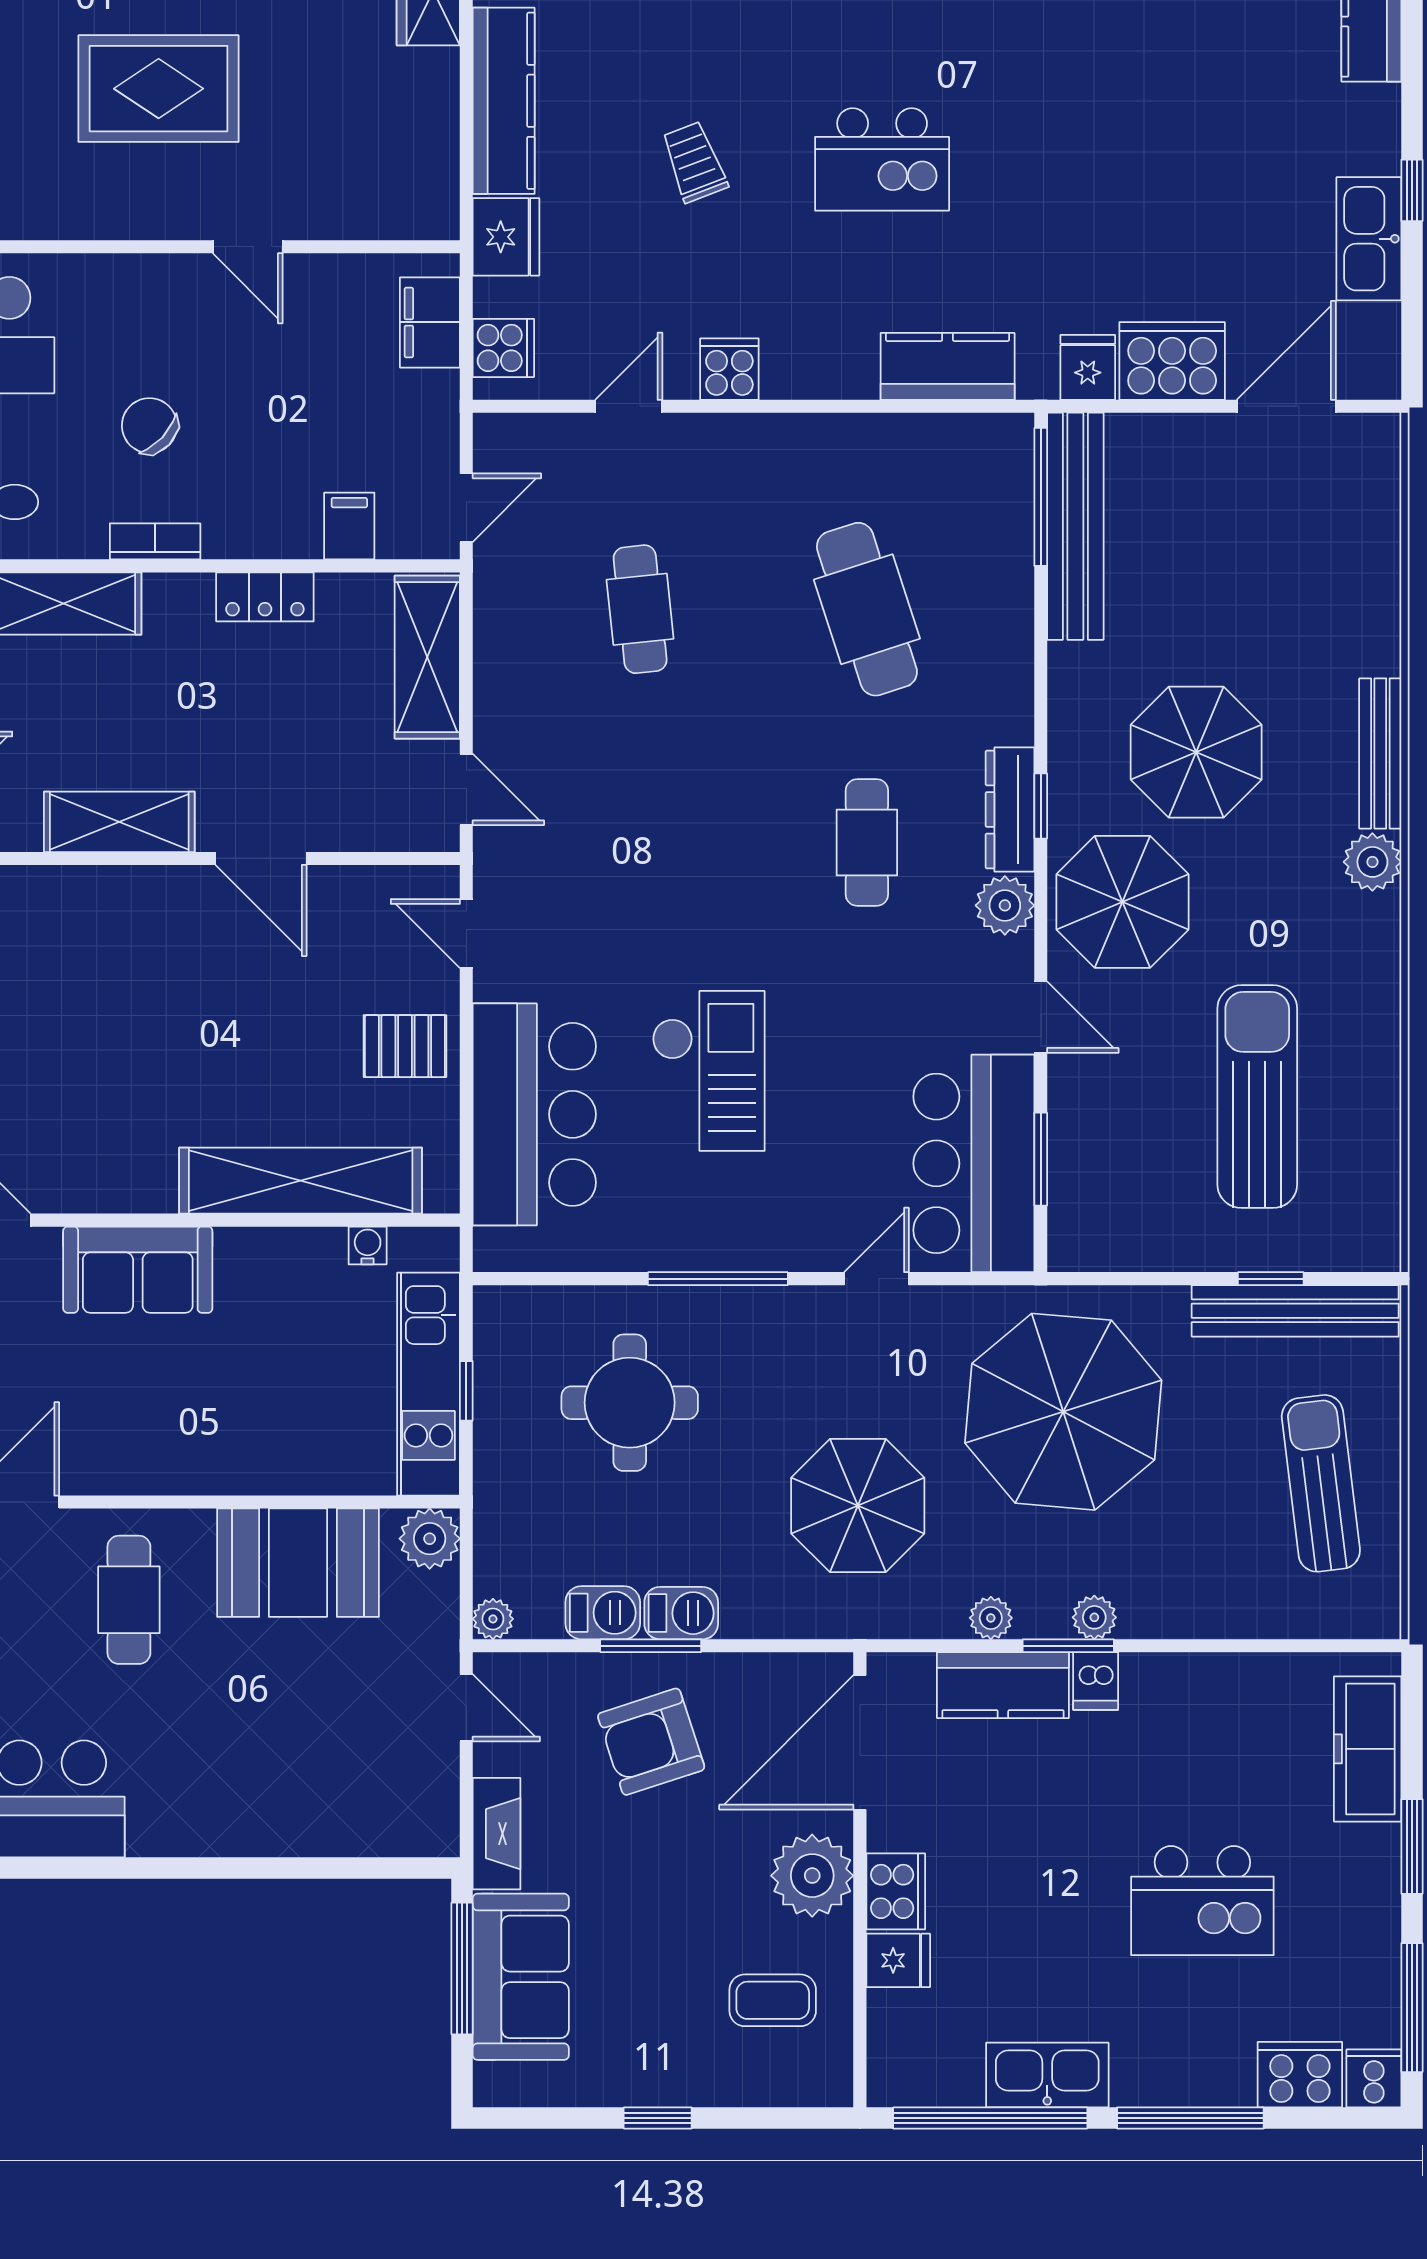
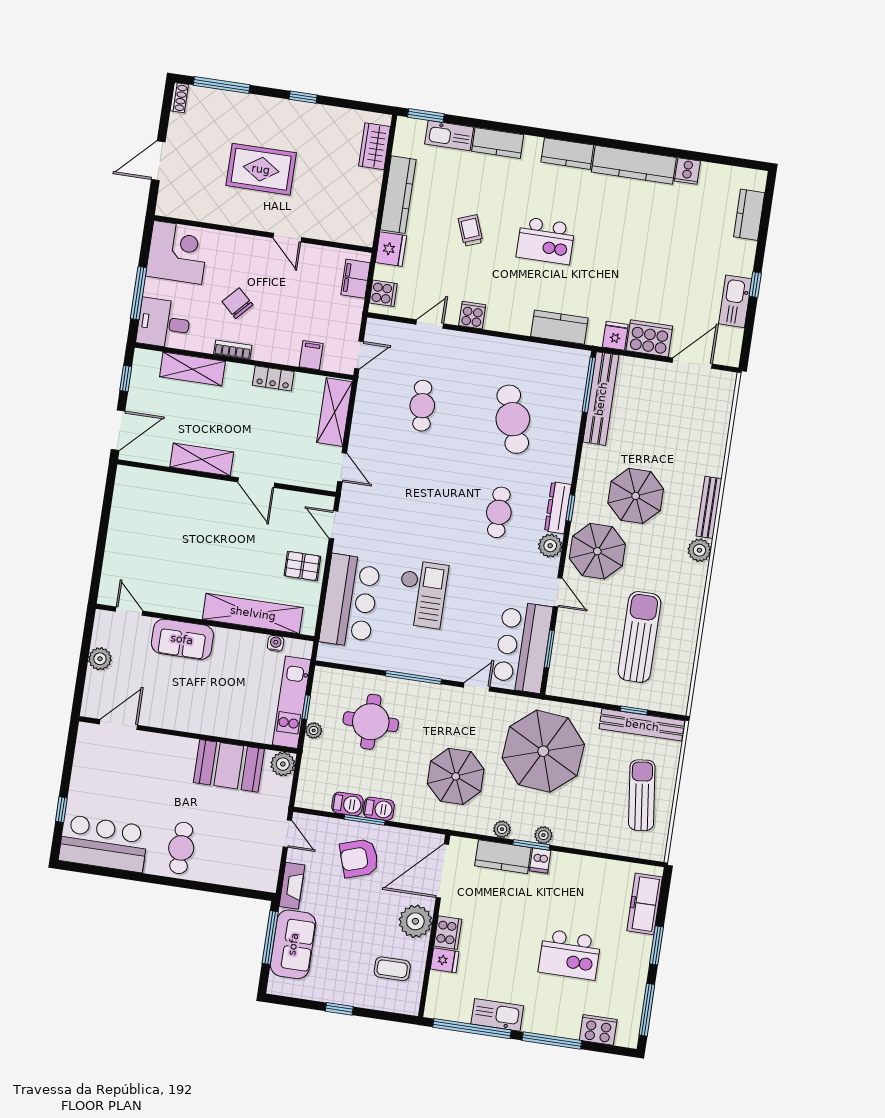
cafe table: (129, 1600) -> (181, 848), moved
plant: (493, 1619) -> (314, 730), moved
cooker: (1374, 2078) -> (627, 1036), removed

